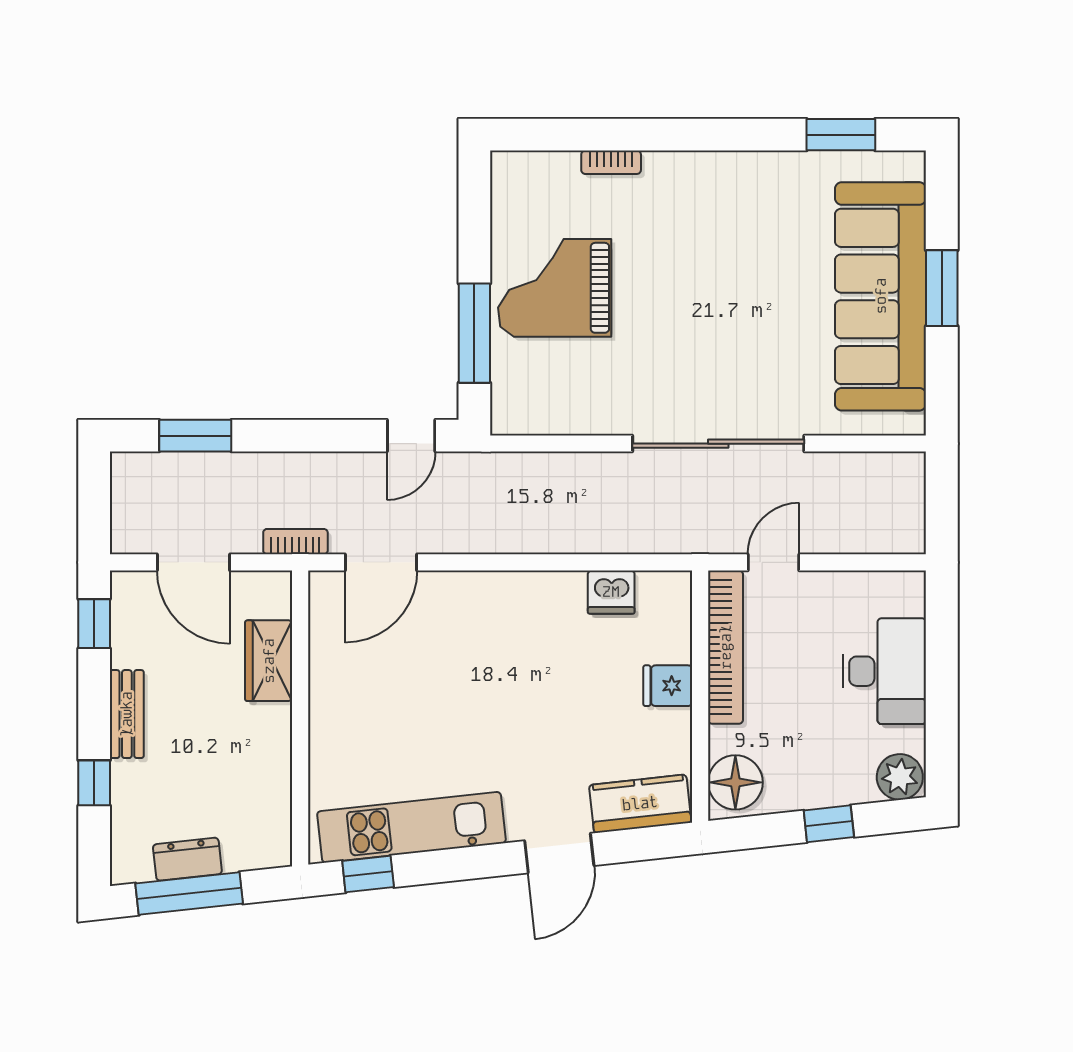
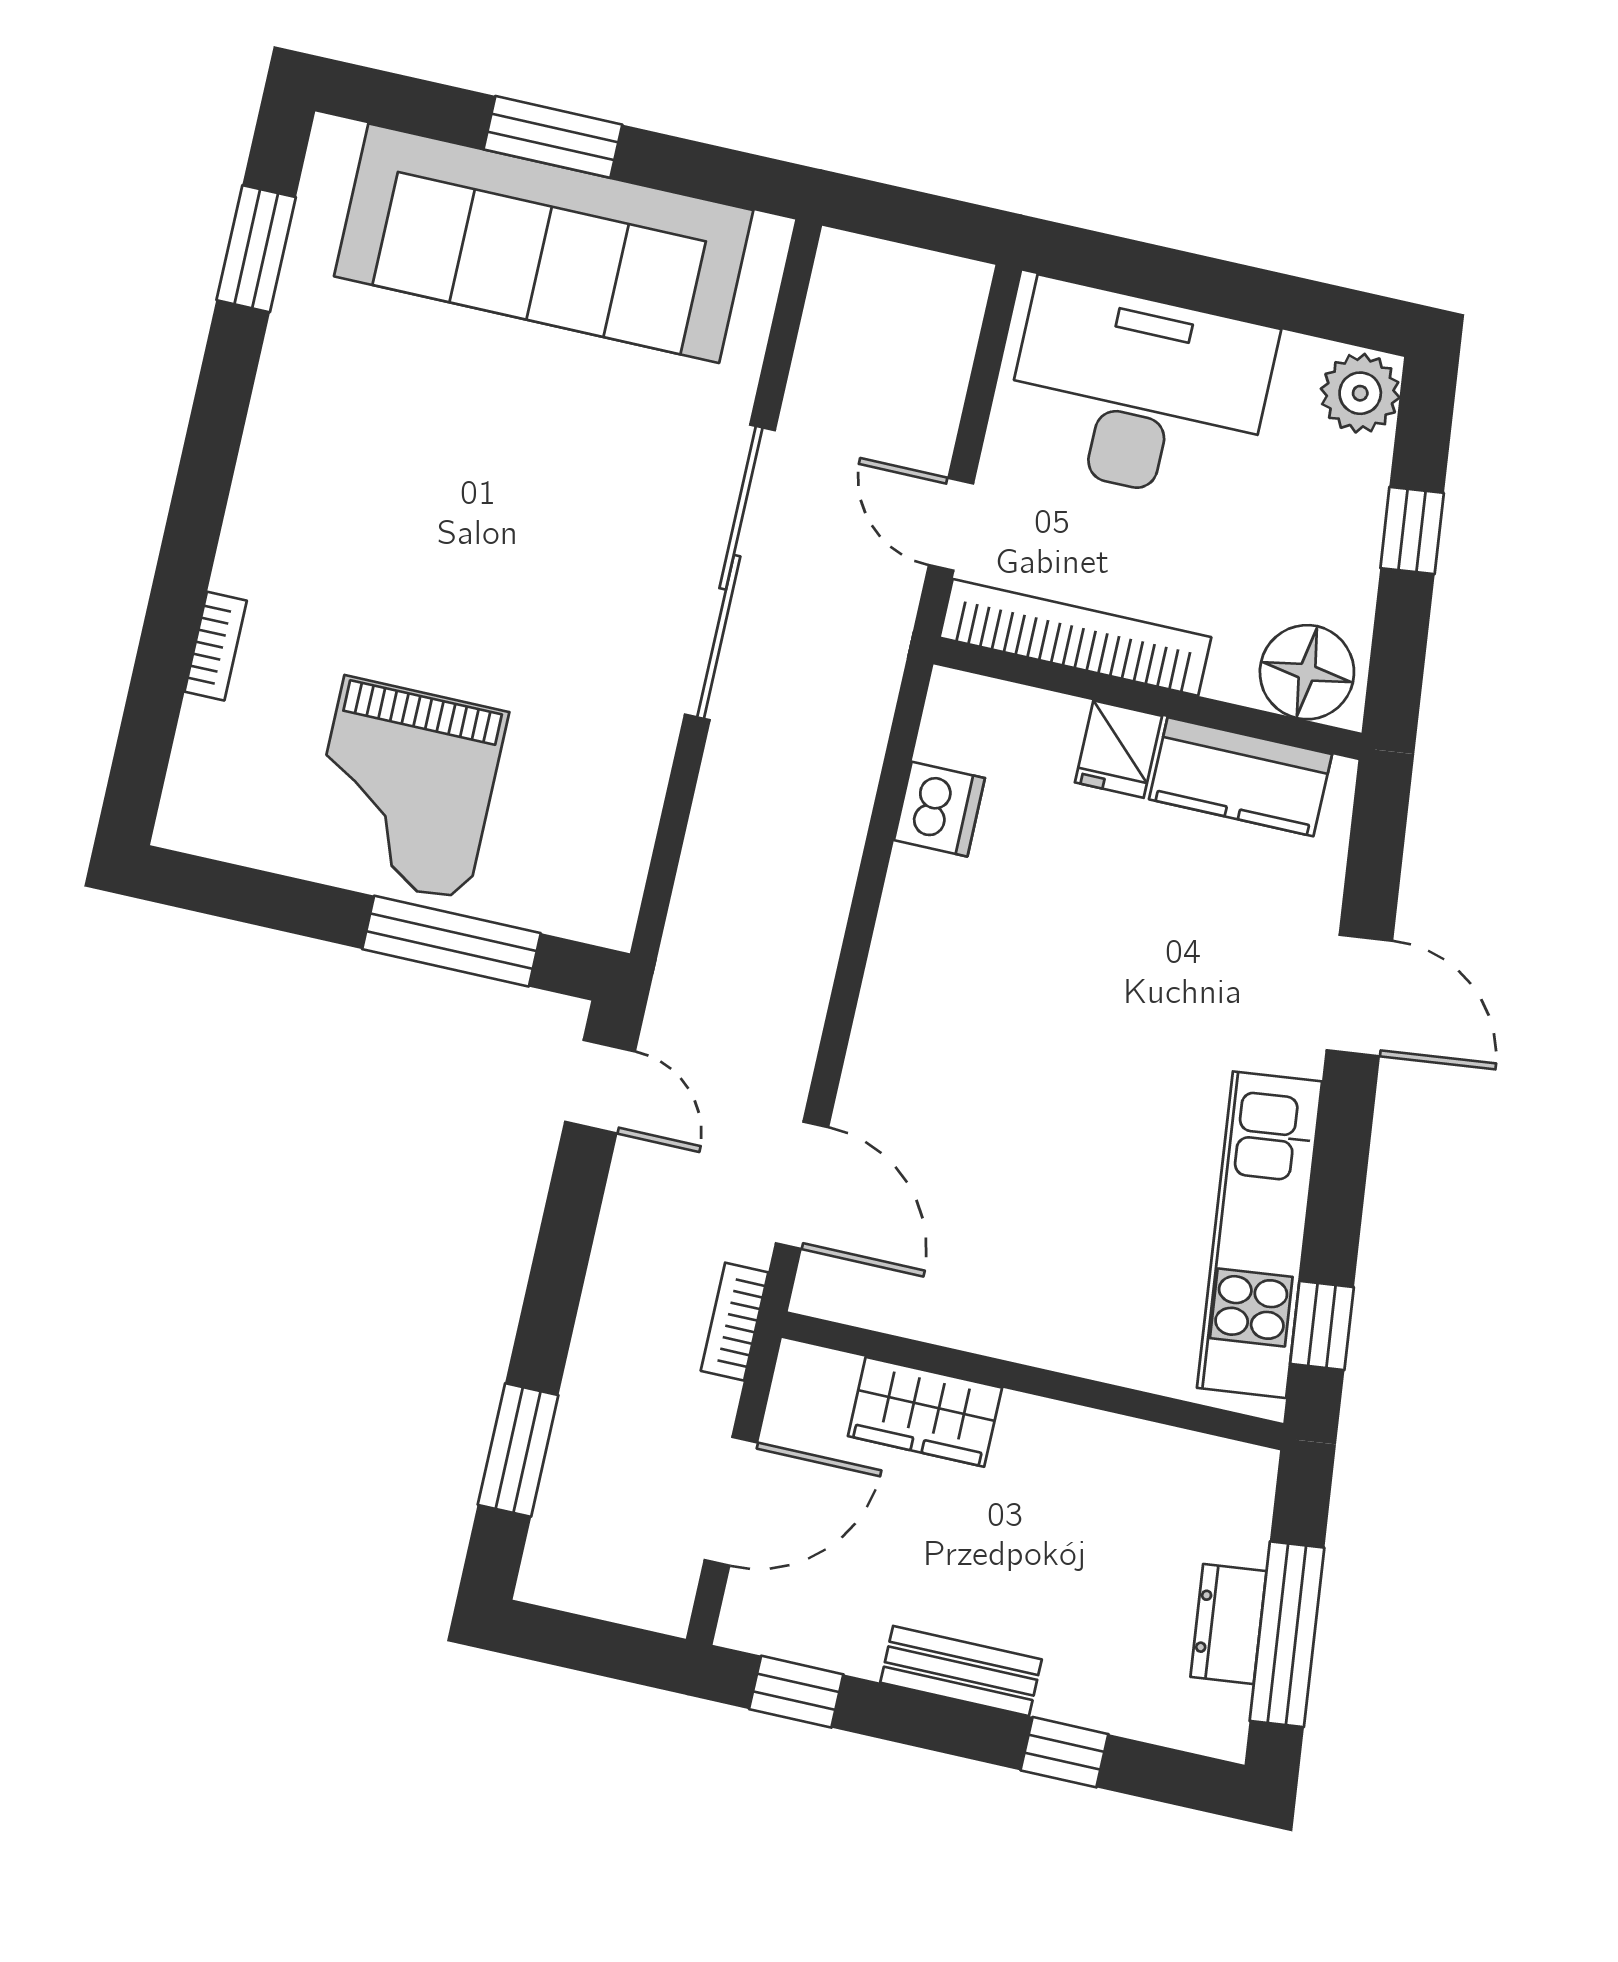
desk: (884, 671) -> (1139, 393), width x1.36, depth x1.30
kitchen counter: (640, 804) -> (1240, 777), moved, turned -84

